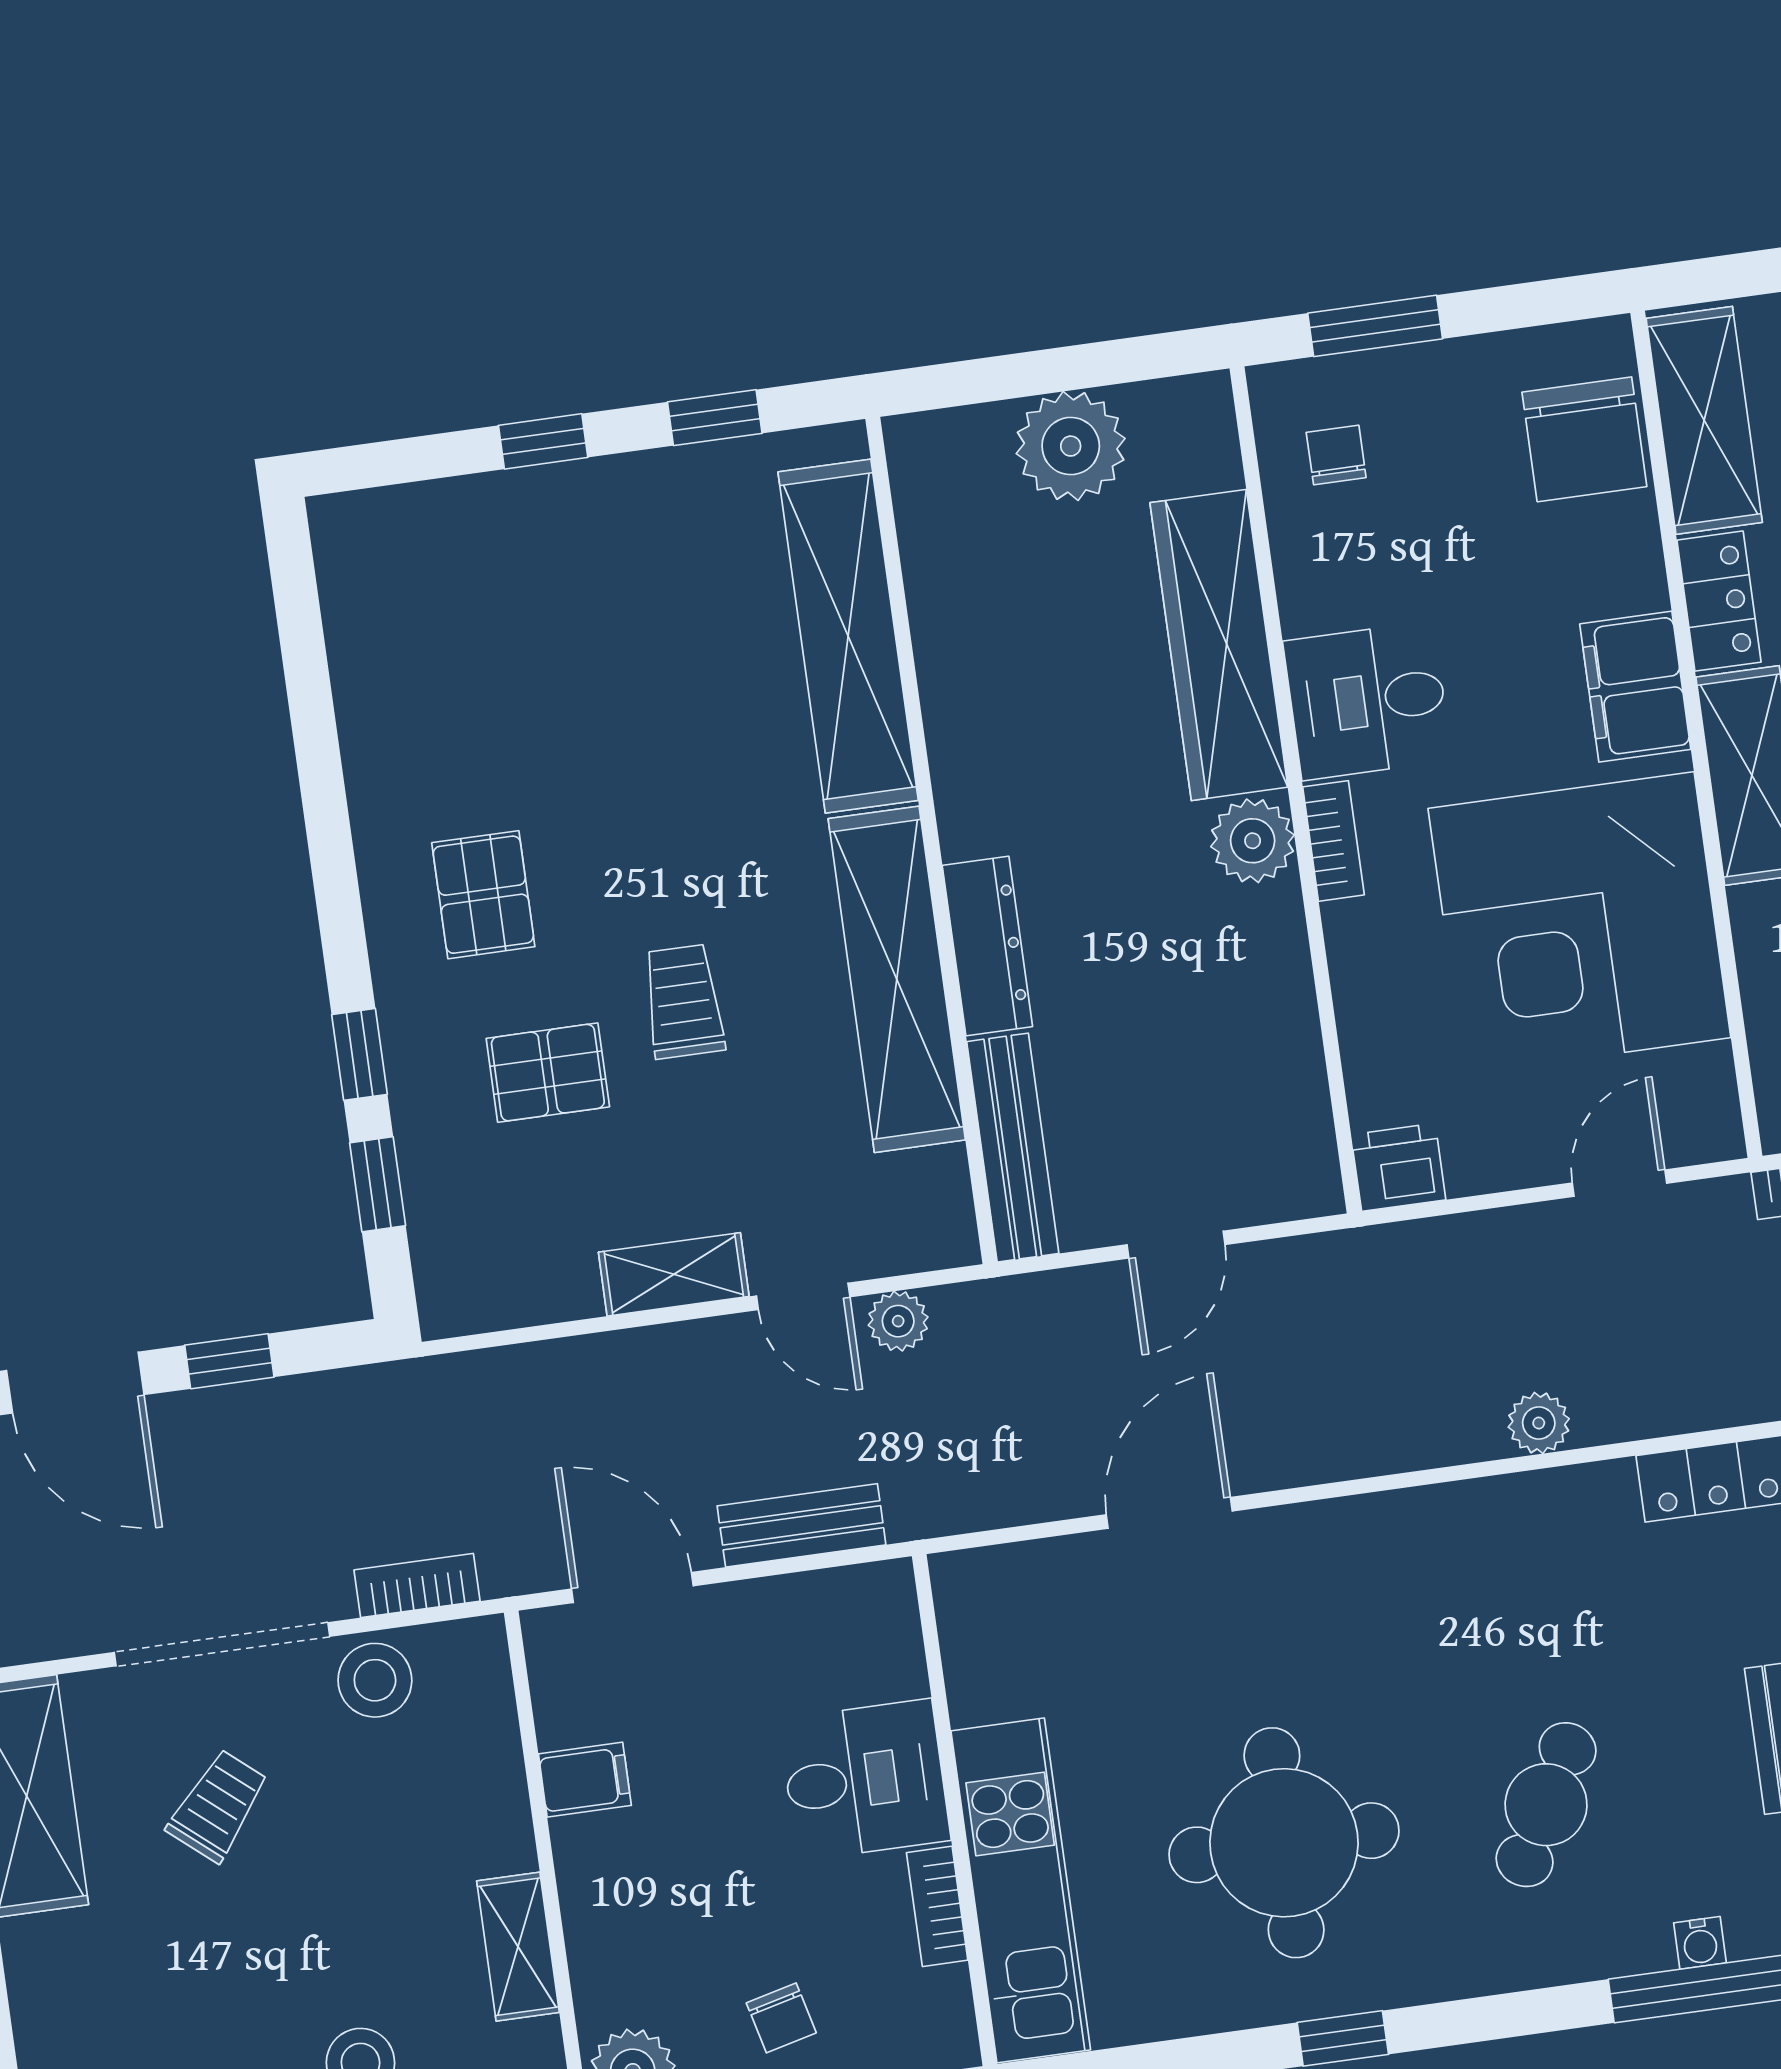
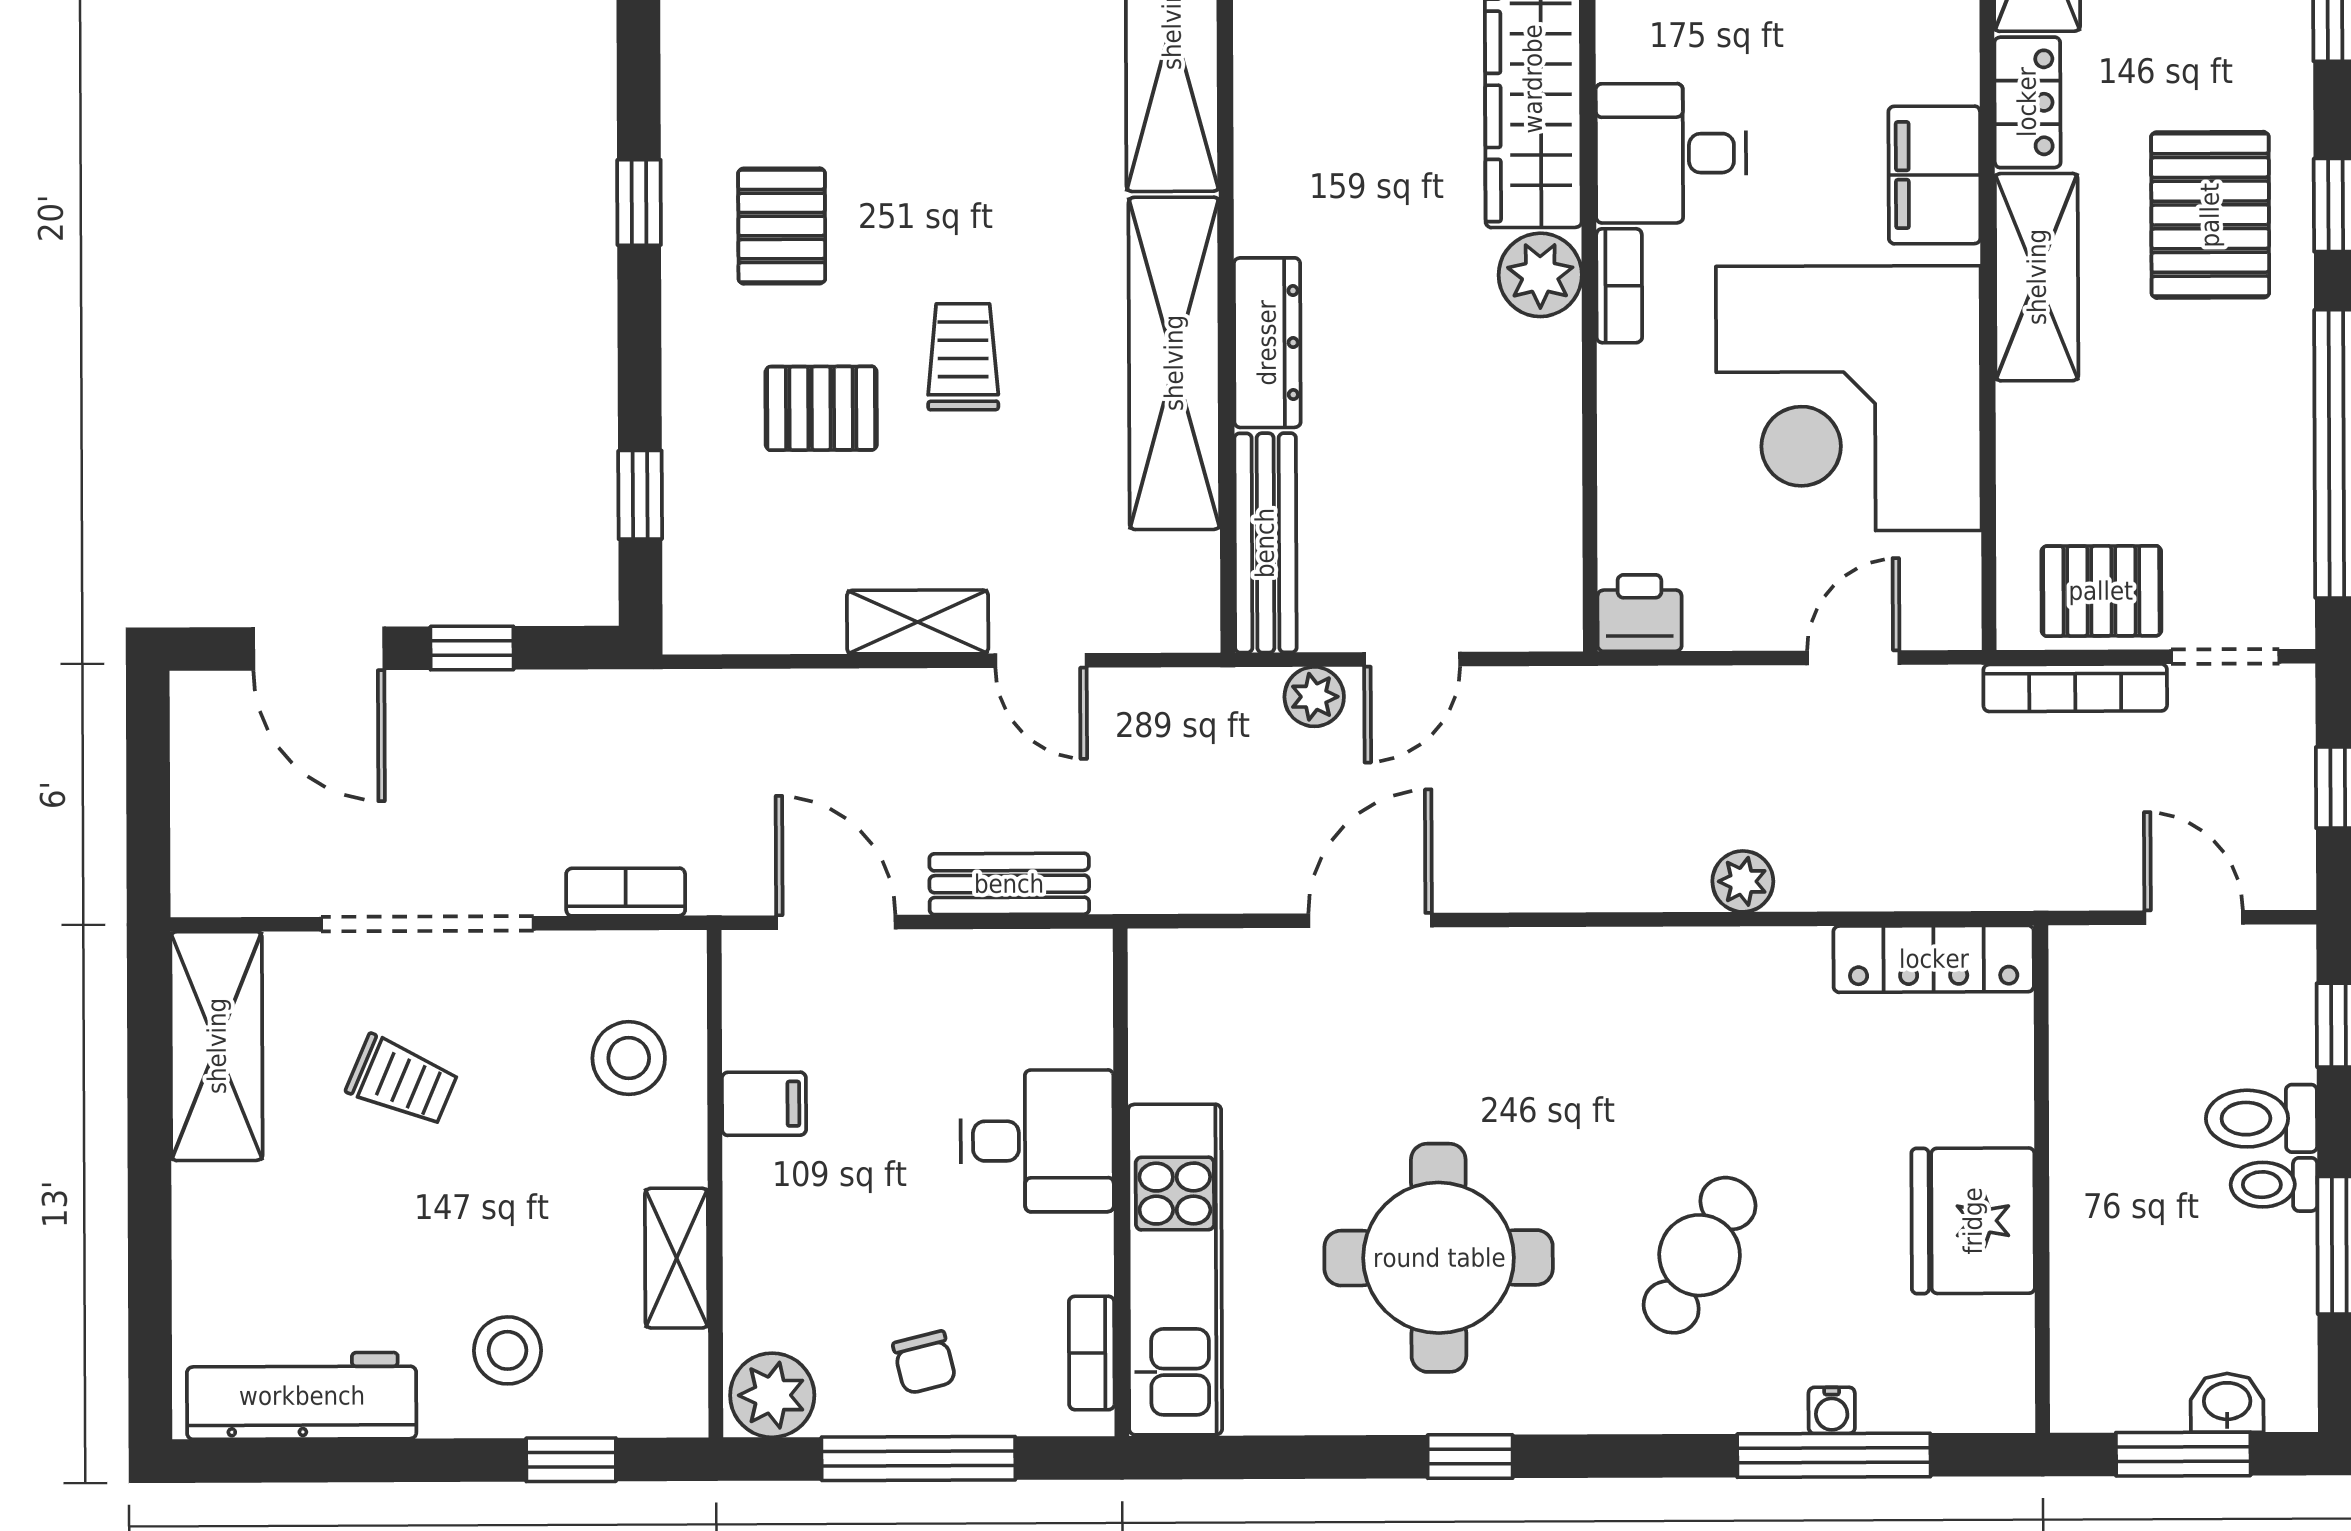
window: (360, 1054) -> (639, 202), moved
plant: (898, 1321) -> (1314, 697), moved
stool: (375, 1680) -> (629, 1058), moved
trolley: (218, 1806) -> (402, 1081), turned 73
bookcase: (937, 1906) -> (1092, 1353), moved

